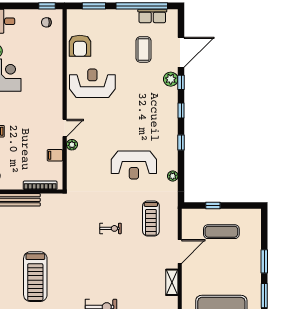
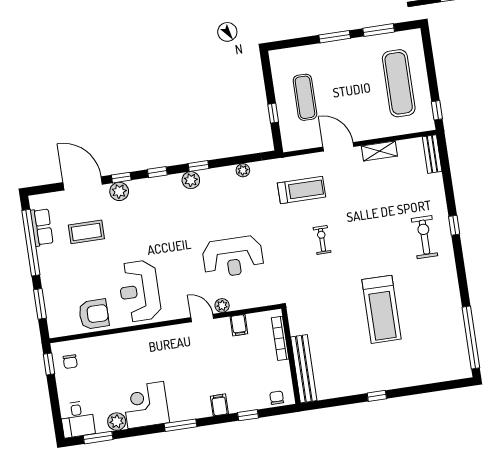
plant: (171, 135) -> (191, 180), added
reception desk: (134, 165) -> (233, 257), moved, turned 90
treadmill: (35, 277) -> (381, 309), moved, turned 90

